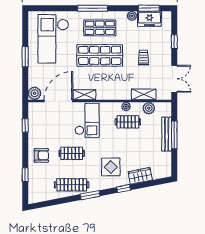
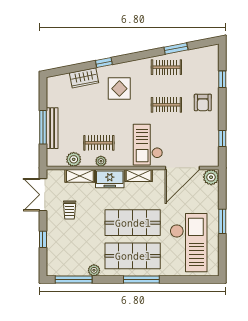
window: (149, 8) -> (74, 280), width x1.44
freezer: (149, 19) -> (110, 179), moved, turned 180
shop shelf: (100, 28) -> (133, 256), width x1.43, depth x1.36
trolley: (143, 58) -> (70, 210), moved
shelving: (84, 95) -> (139, 175), moved
armchair: (41, 155) -> (203, 102), turned -90
clothes rail: (72, 185) -> (166, 67), width x0.73
window: (90, 195) -> (176, 48), moved

